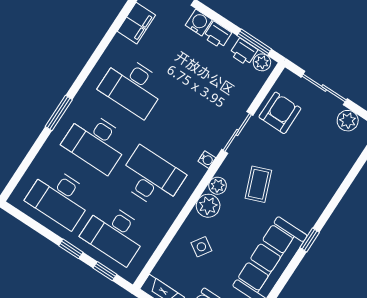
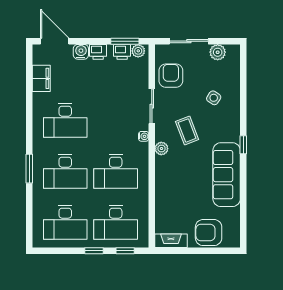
desk: (151, 178) -> (116, 171), turned 180
plant: (208, 206) -> (164, 165), removed
side table: (201, 247) -> (214, 98), moved

